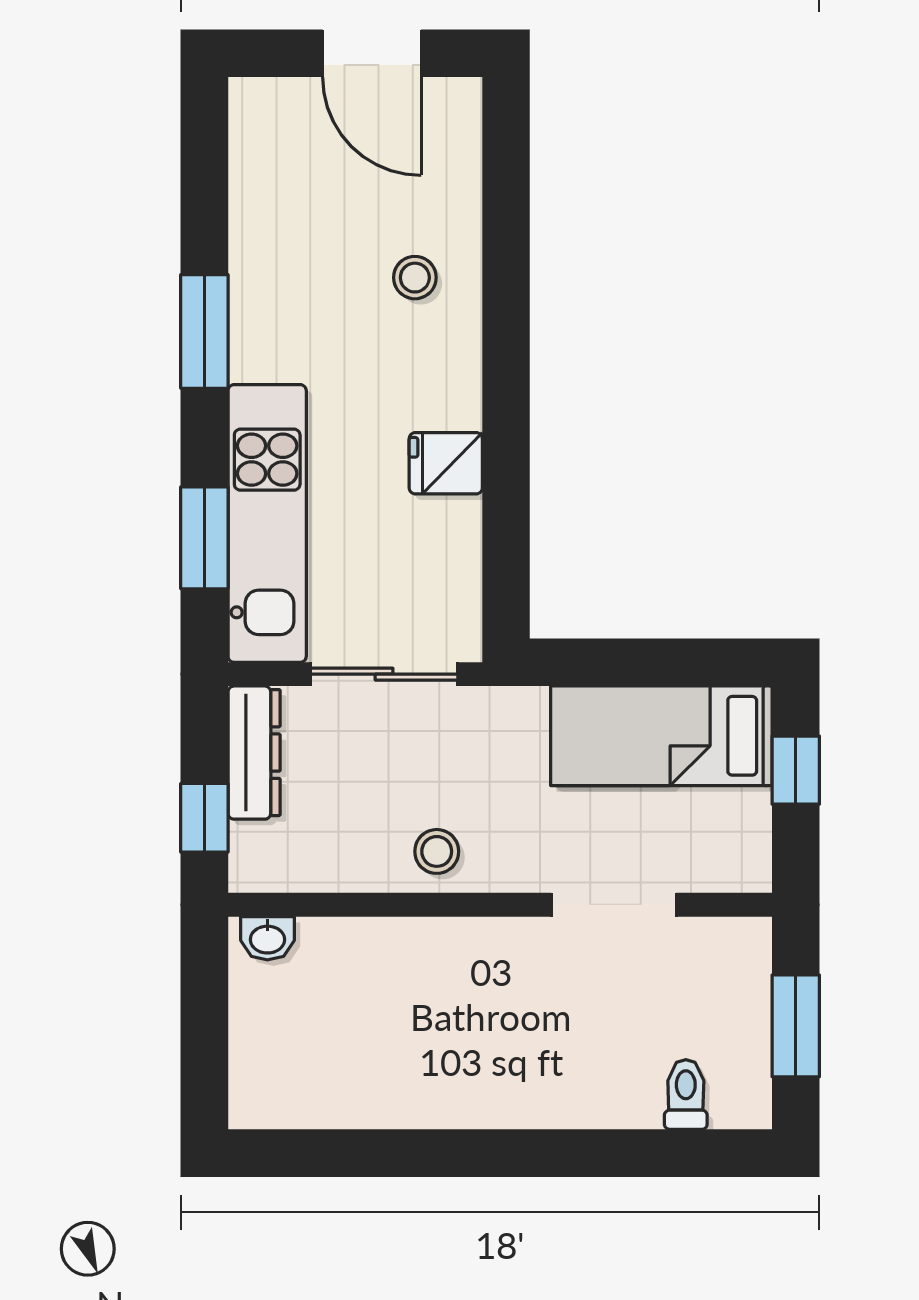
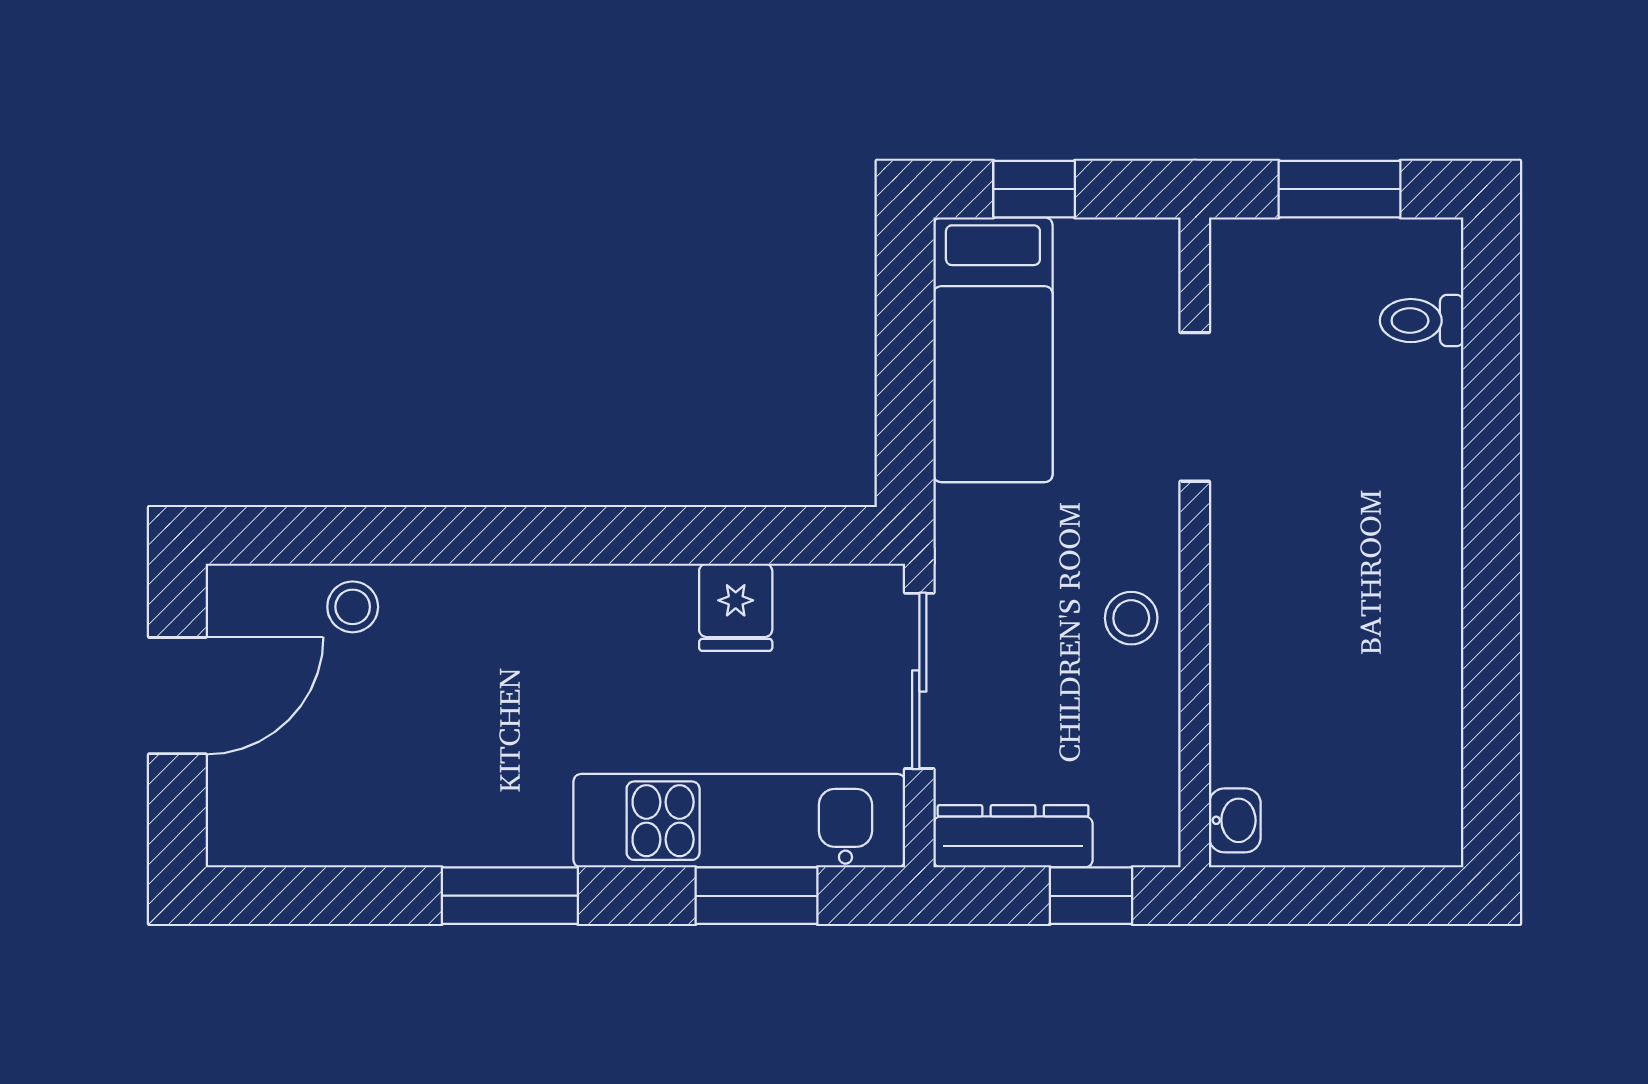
stool: (415, 278) -> (353, 607), moved
fridge: (446, 463) -> (736, 607), moved

